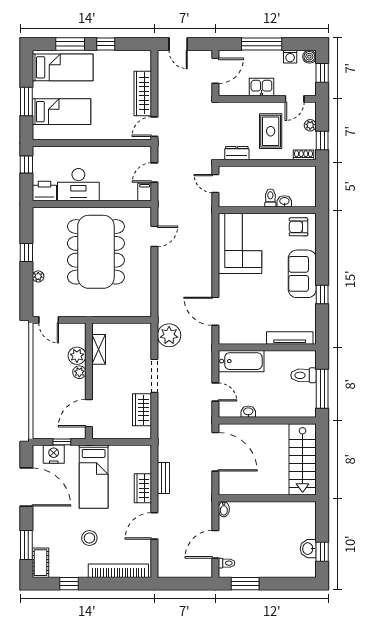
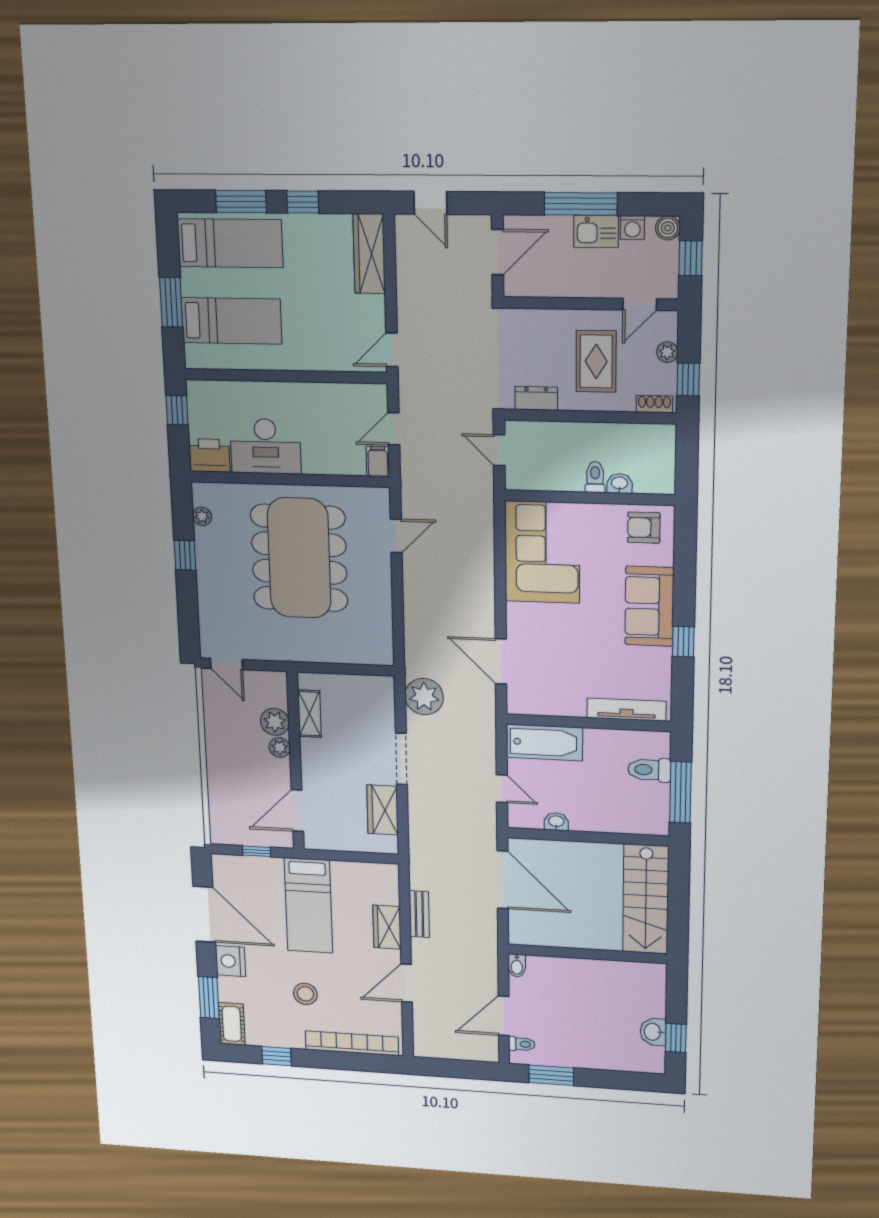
kitchen sink: (261, 87) -> (596, 231), moved, turned 180
wardrobe: (143, 93) -> (369, 254), moved
plant: (38, 276) -> (202, 516), moved
nightstand: (54, 454) -> (230, 961), moved, turned -90

